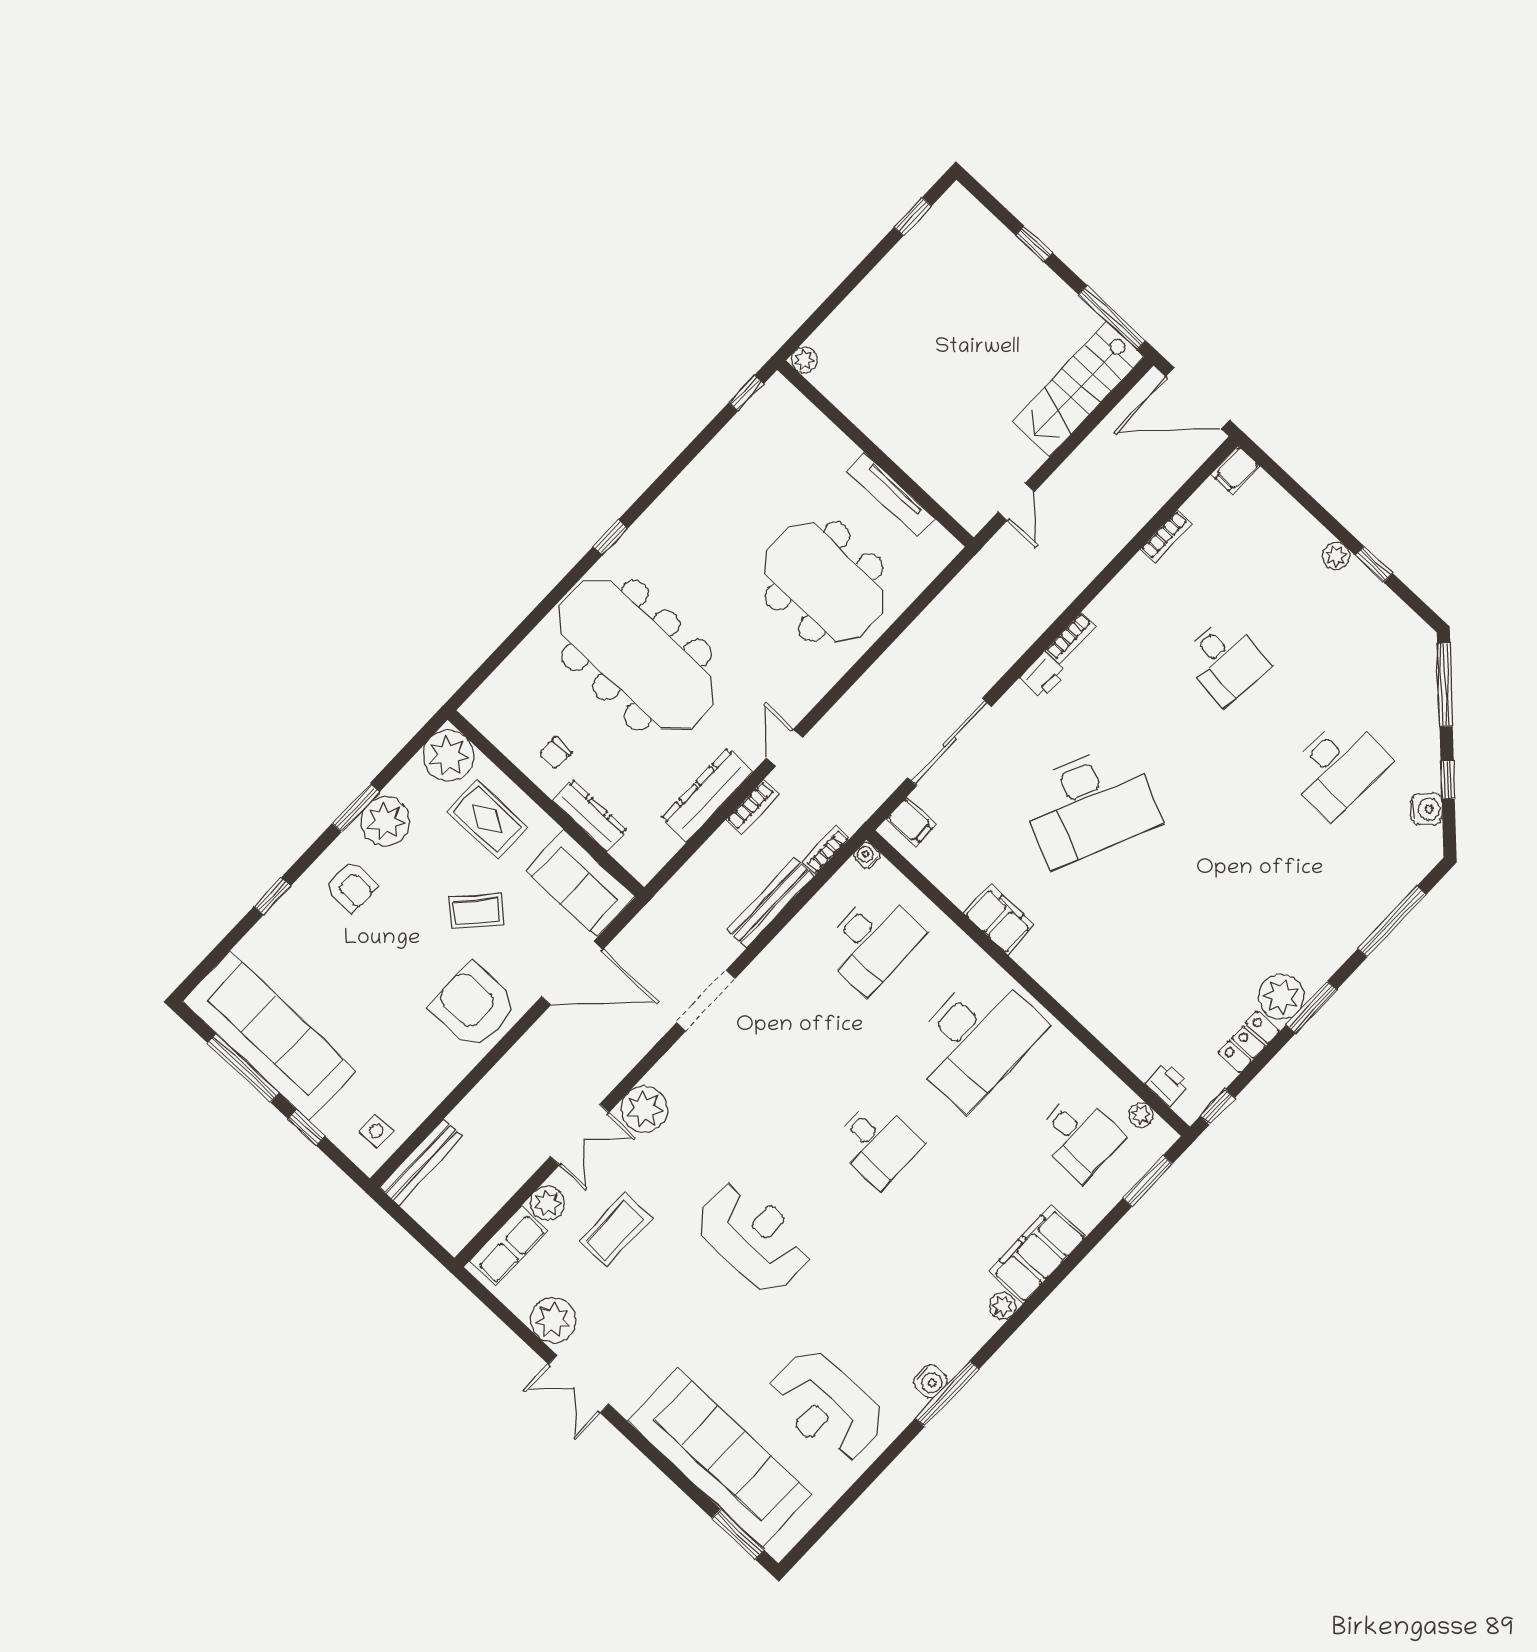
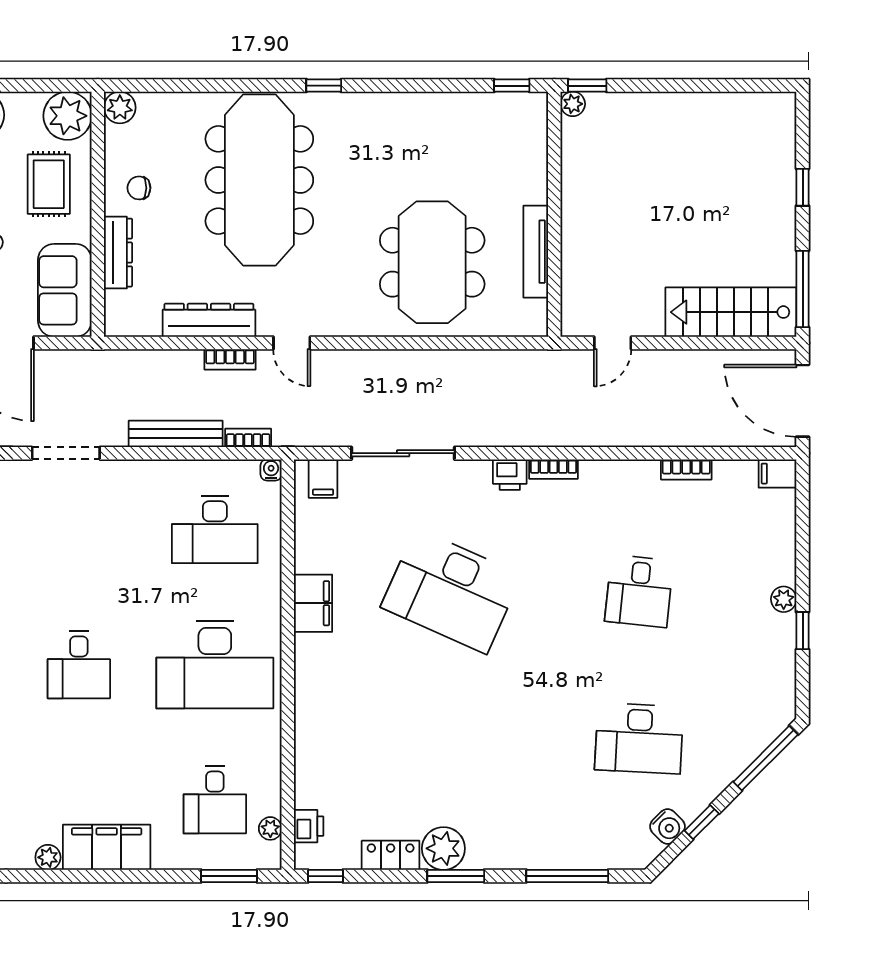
window: (913, 217) -> (587, 86), moved
plant: (480, 710) -> (120, 108), added
door: (784, 748) -> (292, 343), swing flipped

